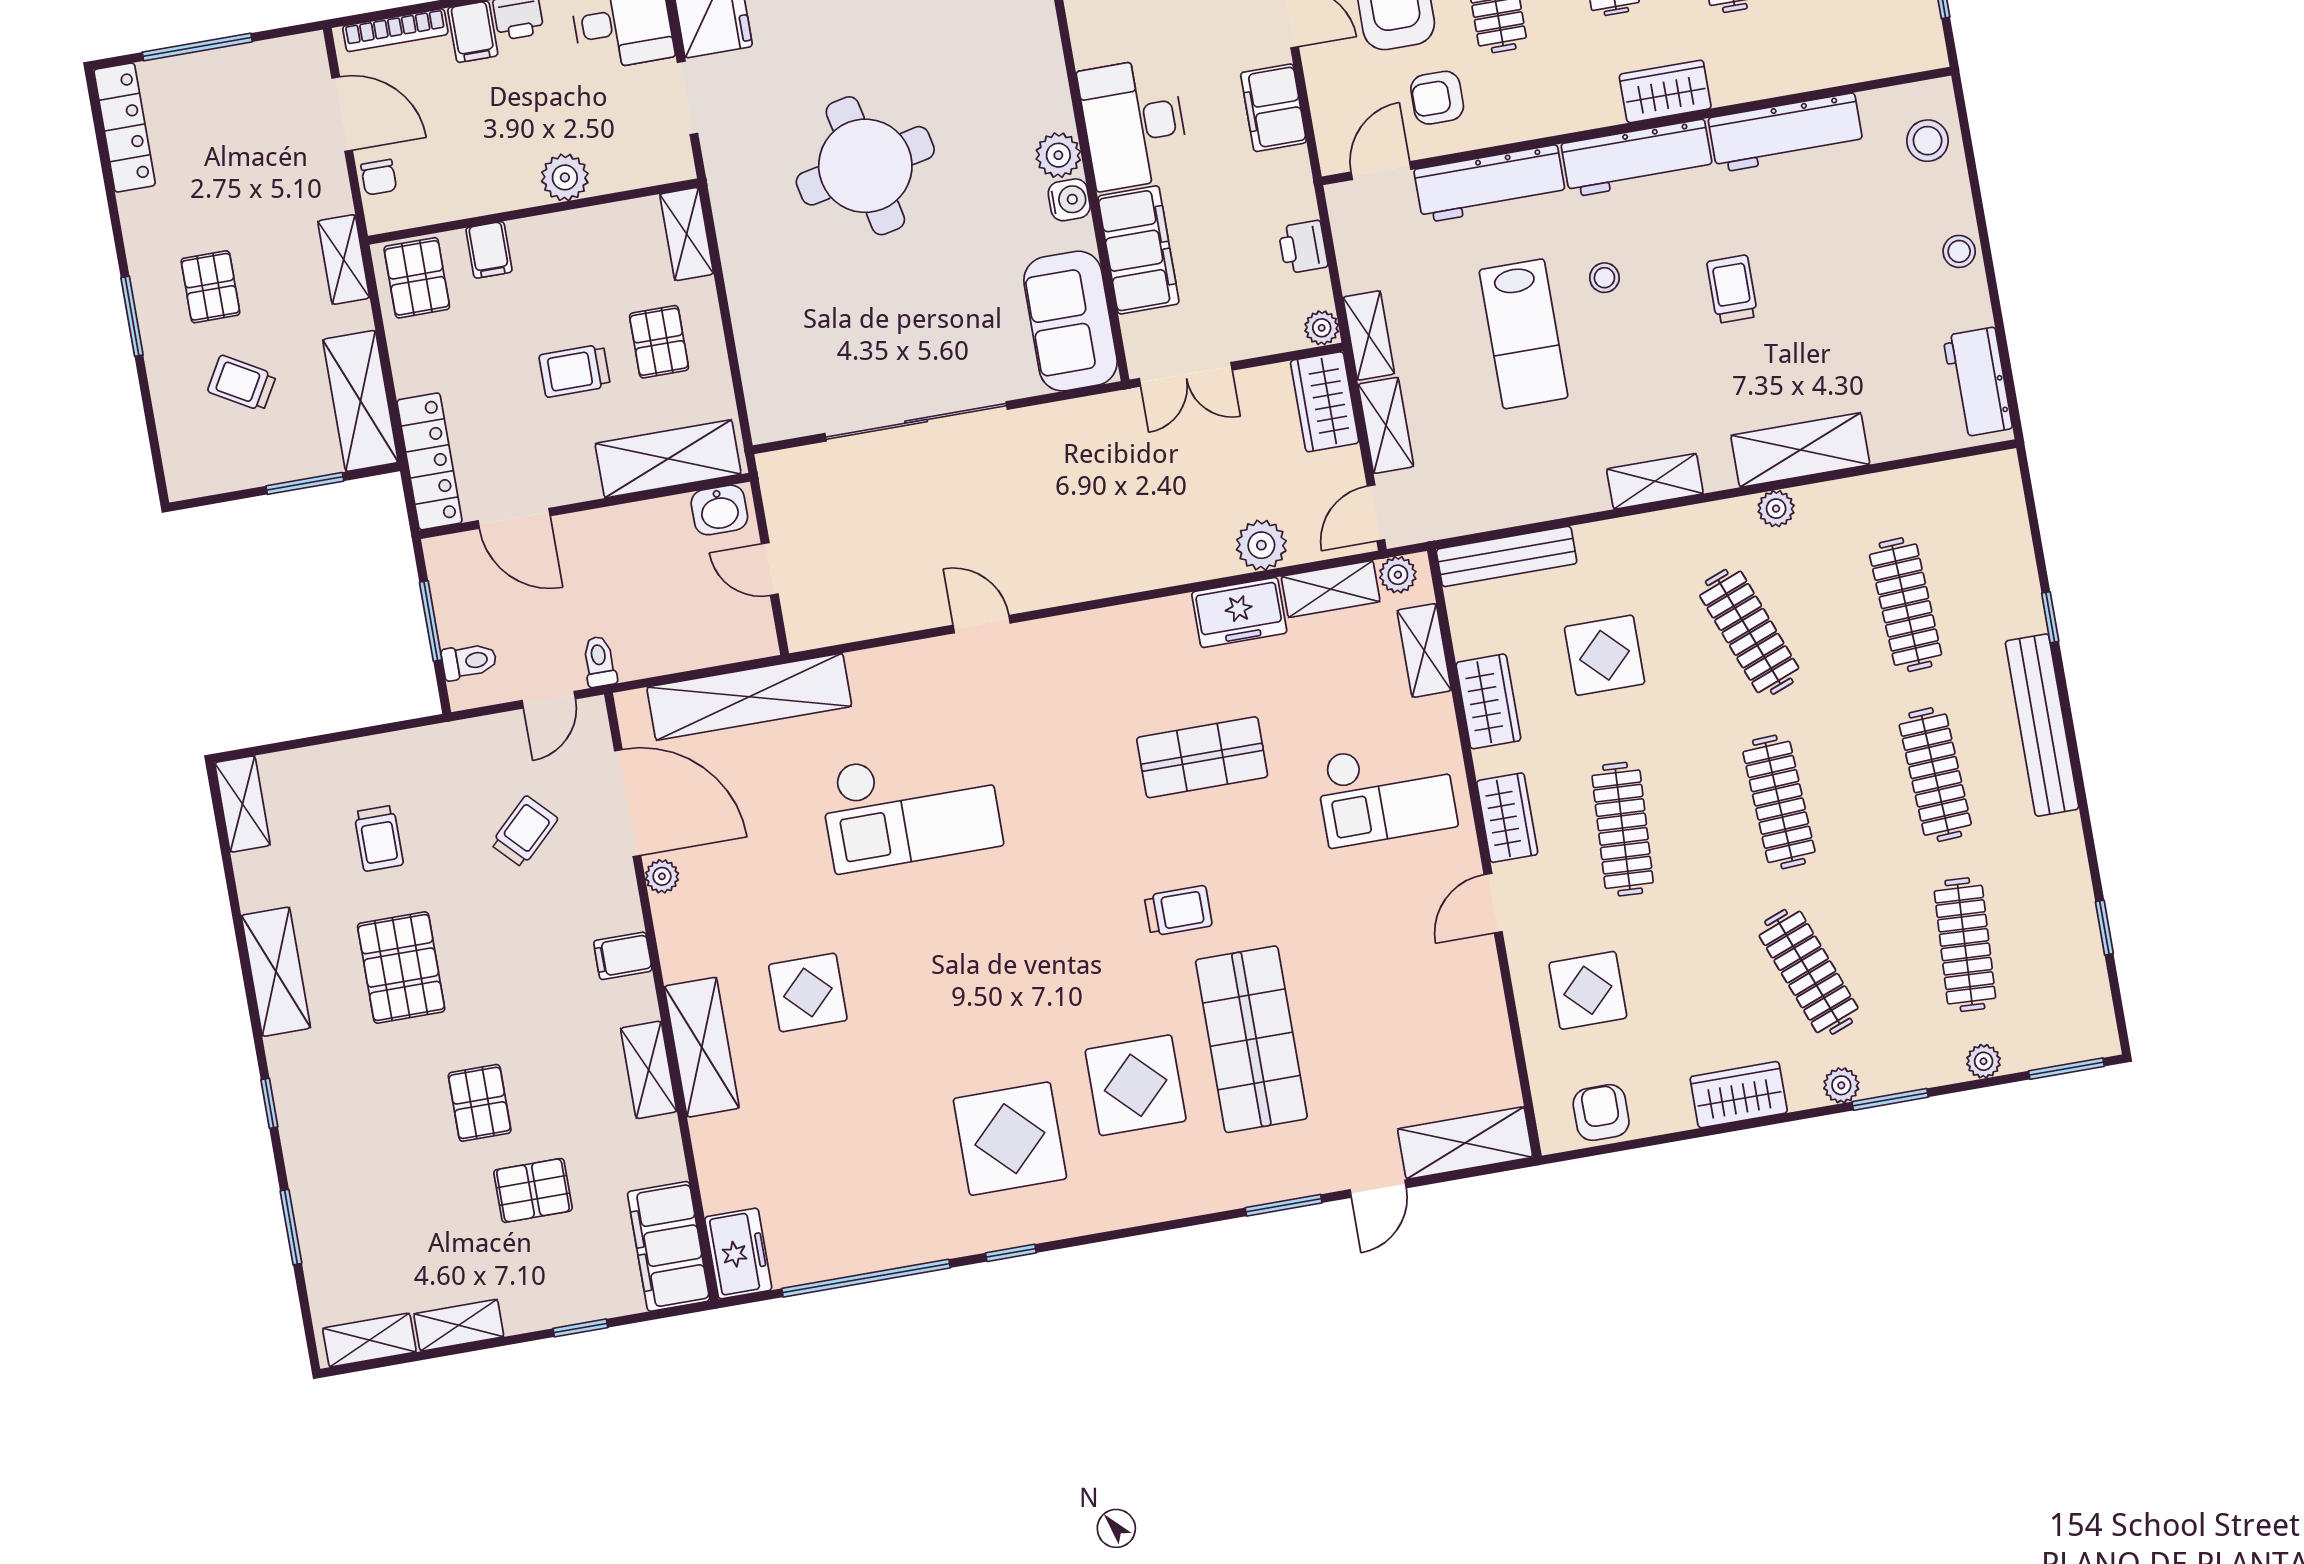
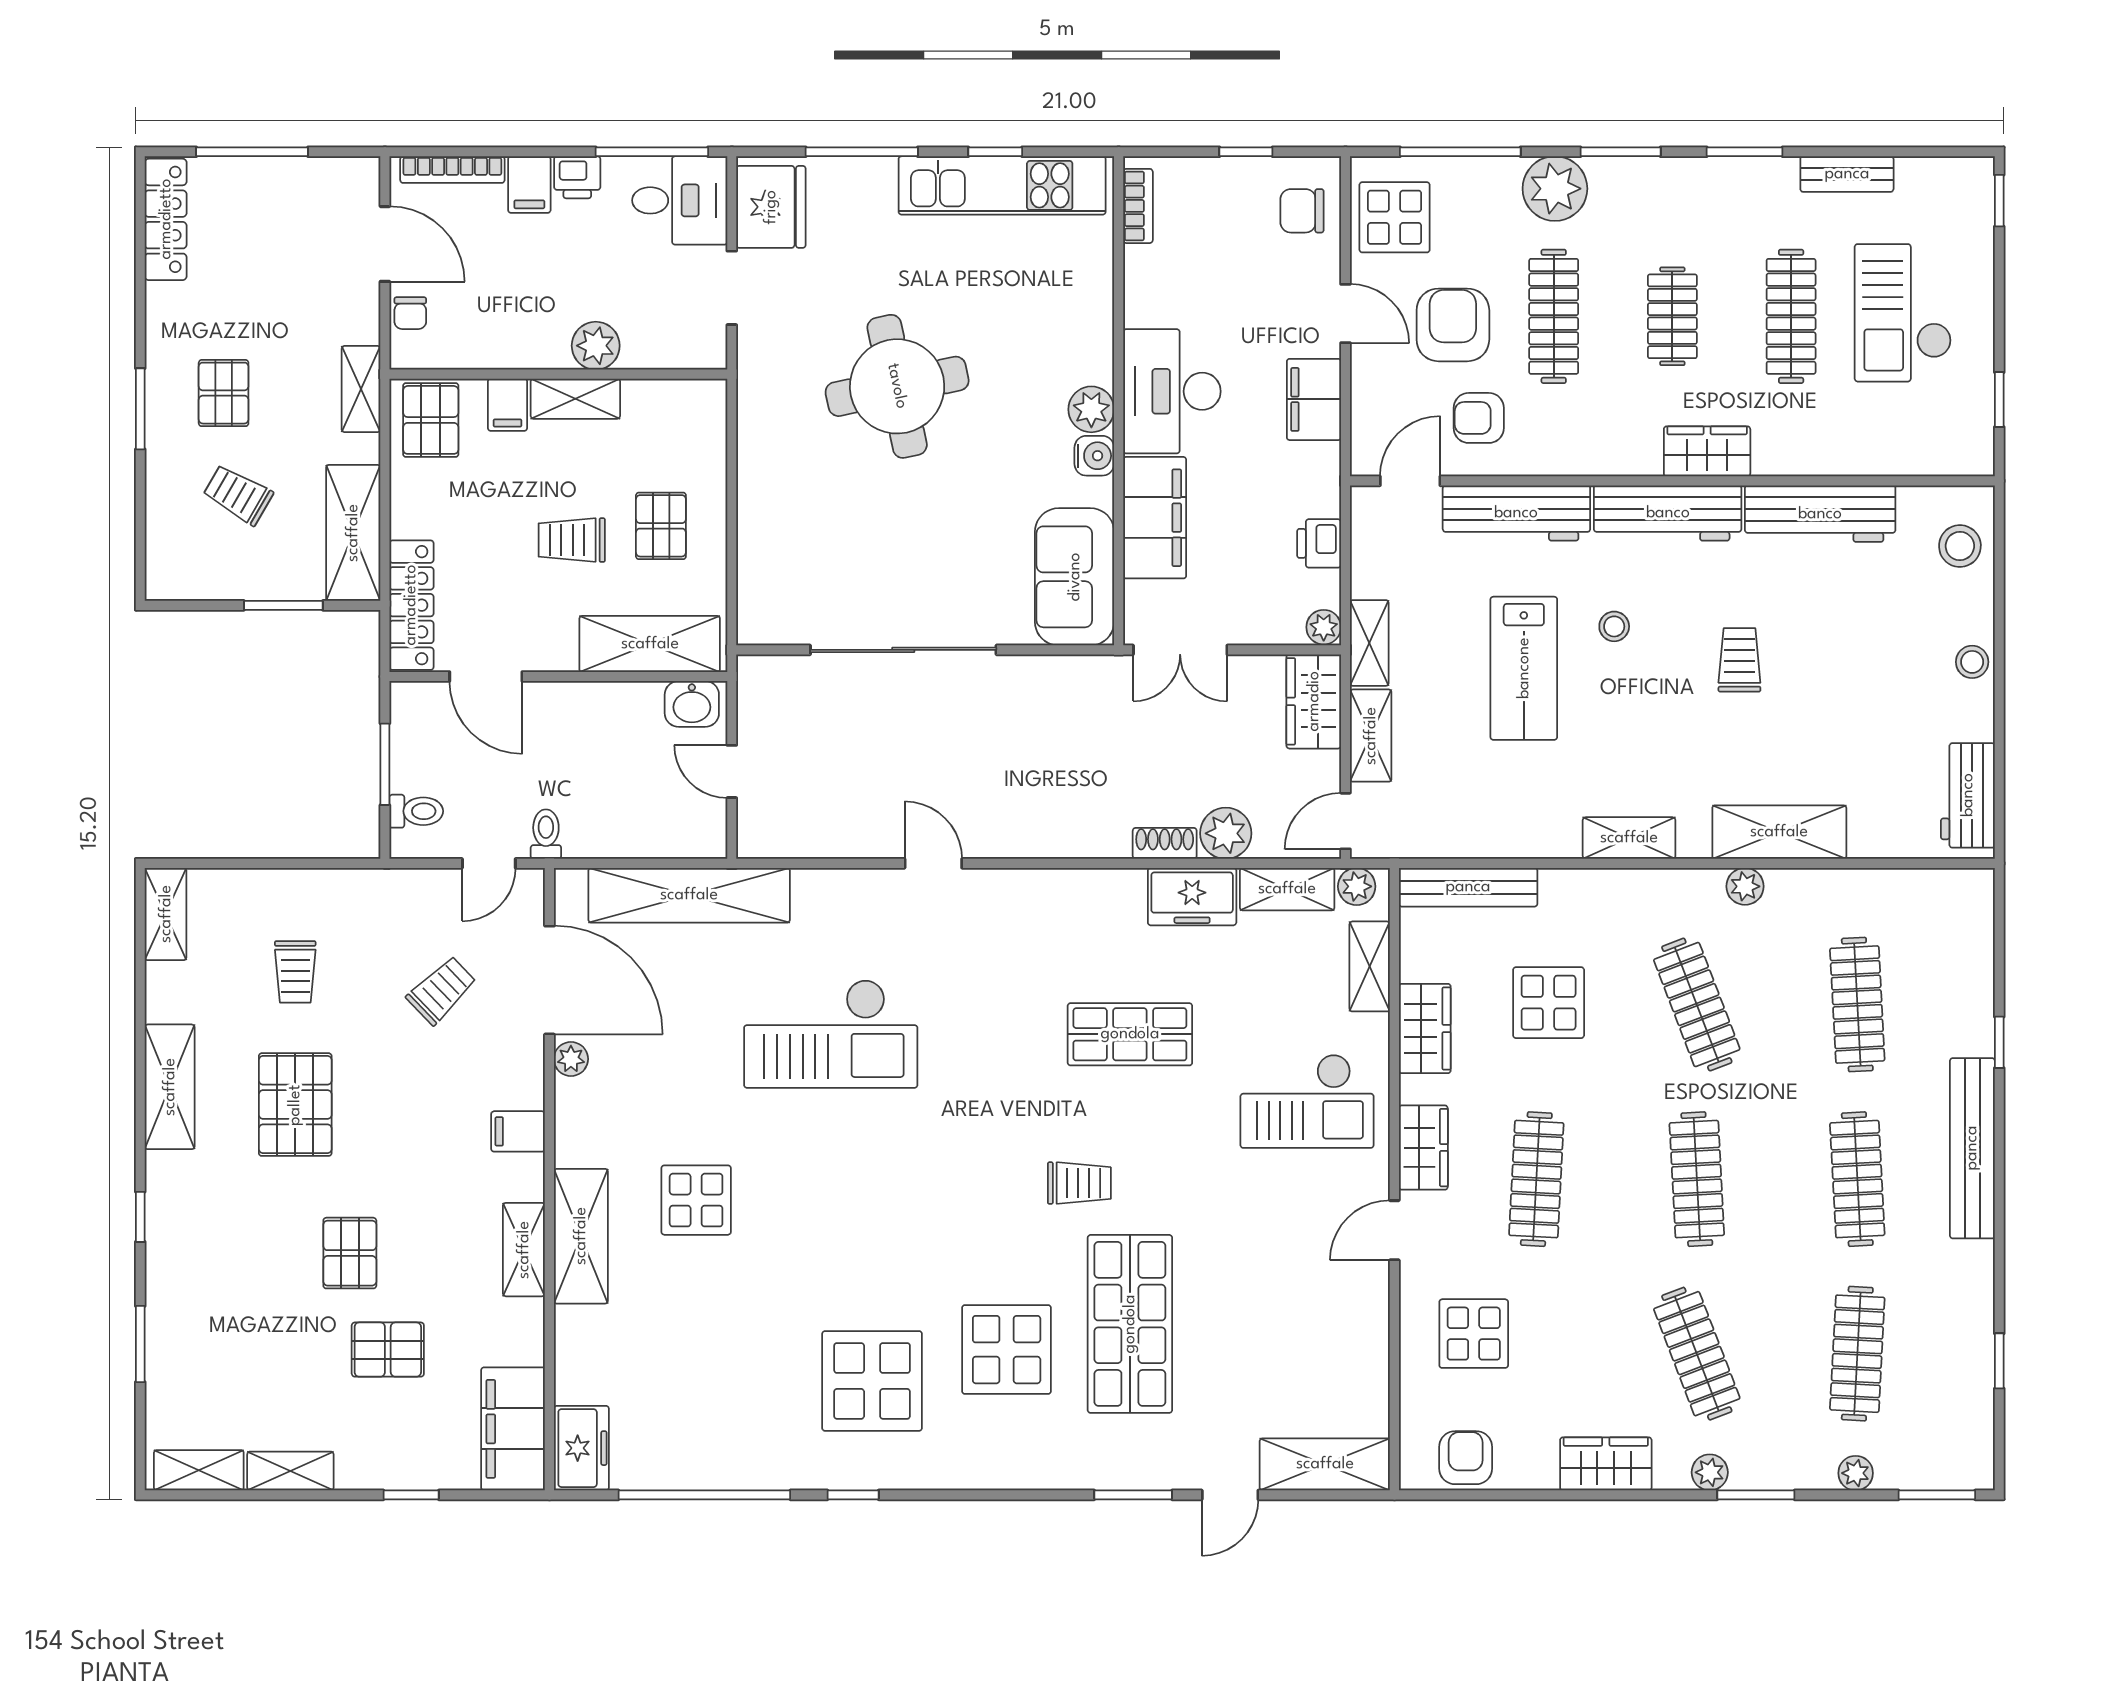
shelving: (687, 234) -> (575, 399), moved, turned 90
shoe rack: (1204, 565) -> (1165, 843), added

